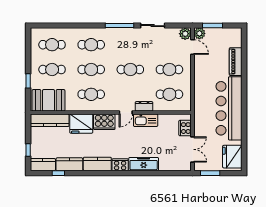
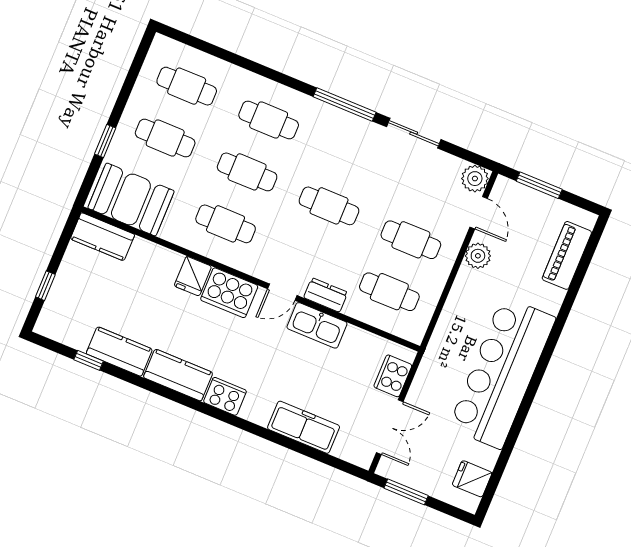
plant: (199, 33) -> (478, 256), moved
piano: (236, 62) -> (567, 255), moved
kitchen counter: (50, 120) -> (103, 237), width x0.67
fridge: (81, 124) -> (193, 276), width x0.53, depth x0.75
fridge: (232, 157) -> (472, 479), width x0.53, depth x0.75
freezer: (144, 164) -> (304, 427), moved
kitchen counter: (43, 165) -> (63, 329), removed

